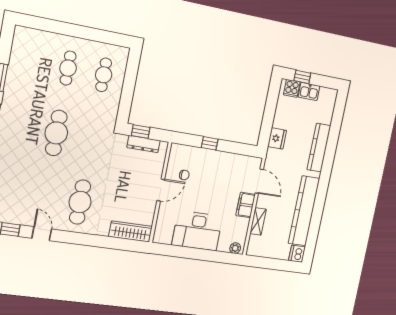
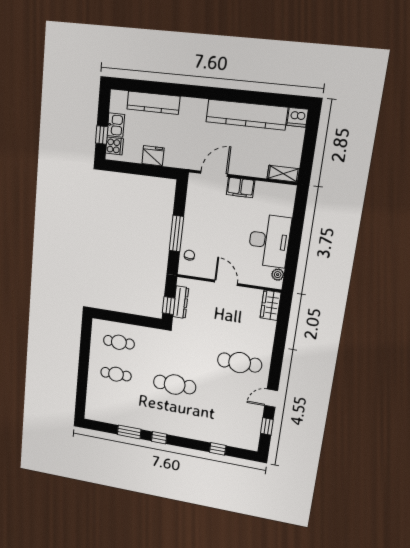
fridge: (277, 138) -> (153, 156), moved
window: (210, 143) -> (176, 234), width x2.17
kitchen counter: (319, 148) -> (153, 103), moved
chair: (184, 175) -> (189, 255), moved
shelving: (258, 221) -> (283, 174), moved
wardrobe: (131, 232) -> (271, 305), width x0.67
plant: (235, 248) -> (278, 275), moved

